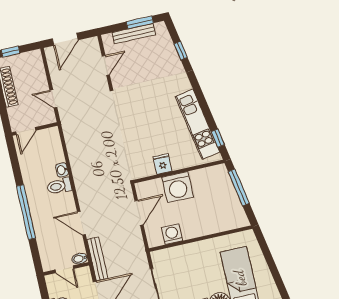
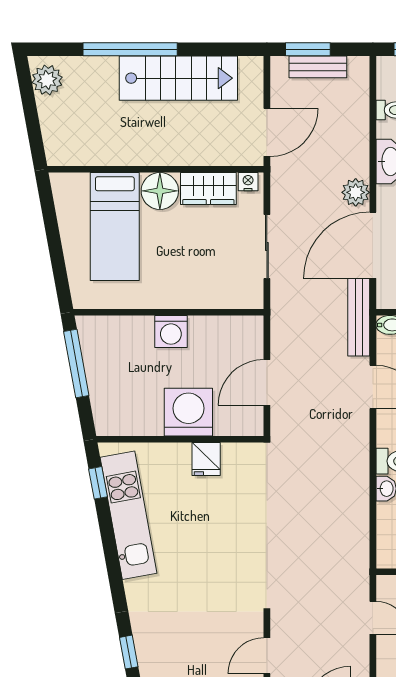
window: (239, 187) -> (76, 364), moved
washing machine: (172, 234) -> (171, 331), moved

